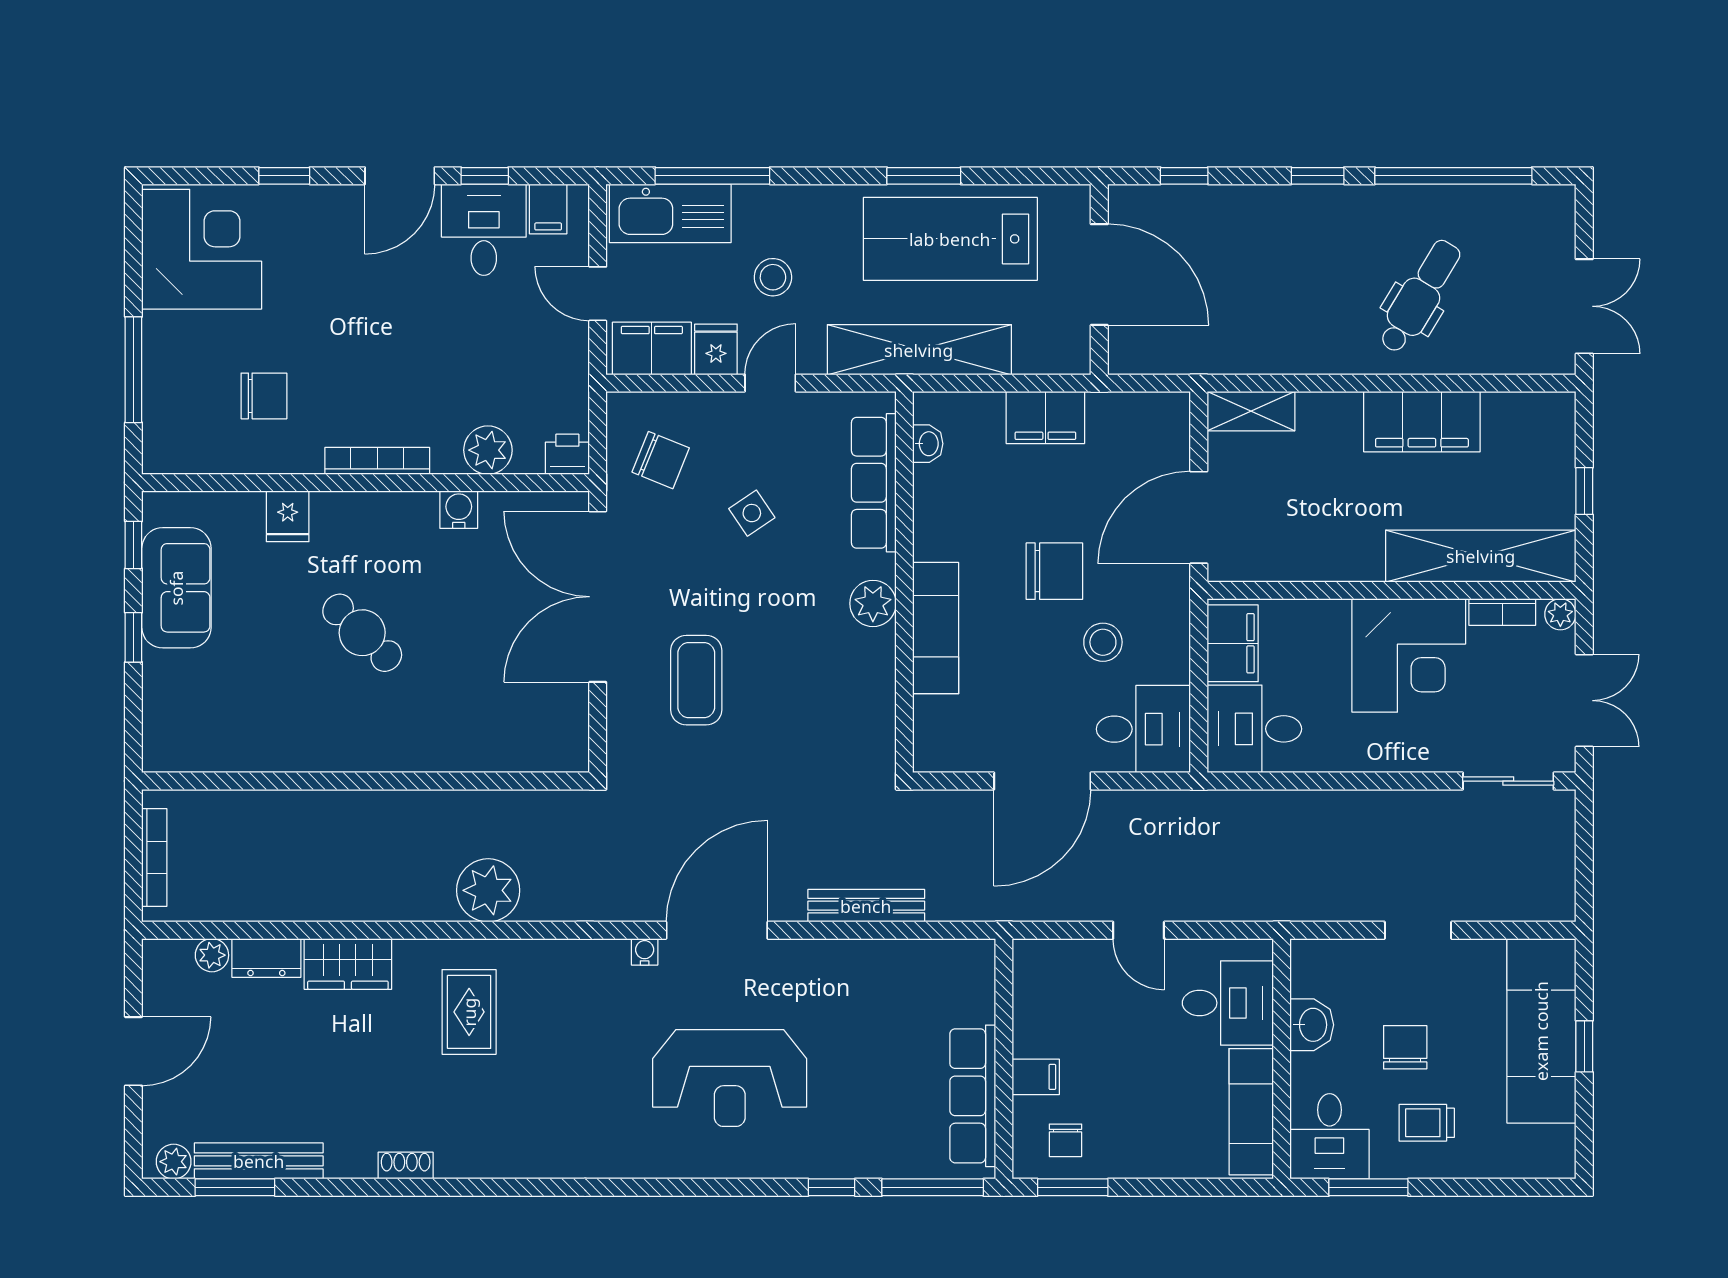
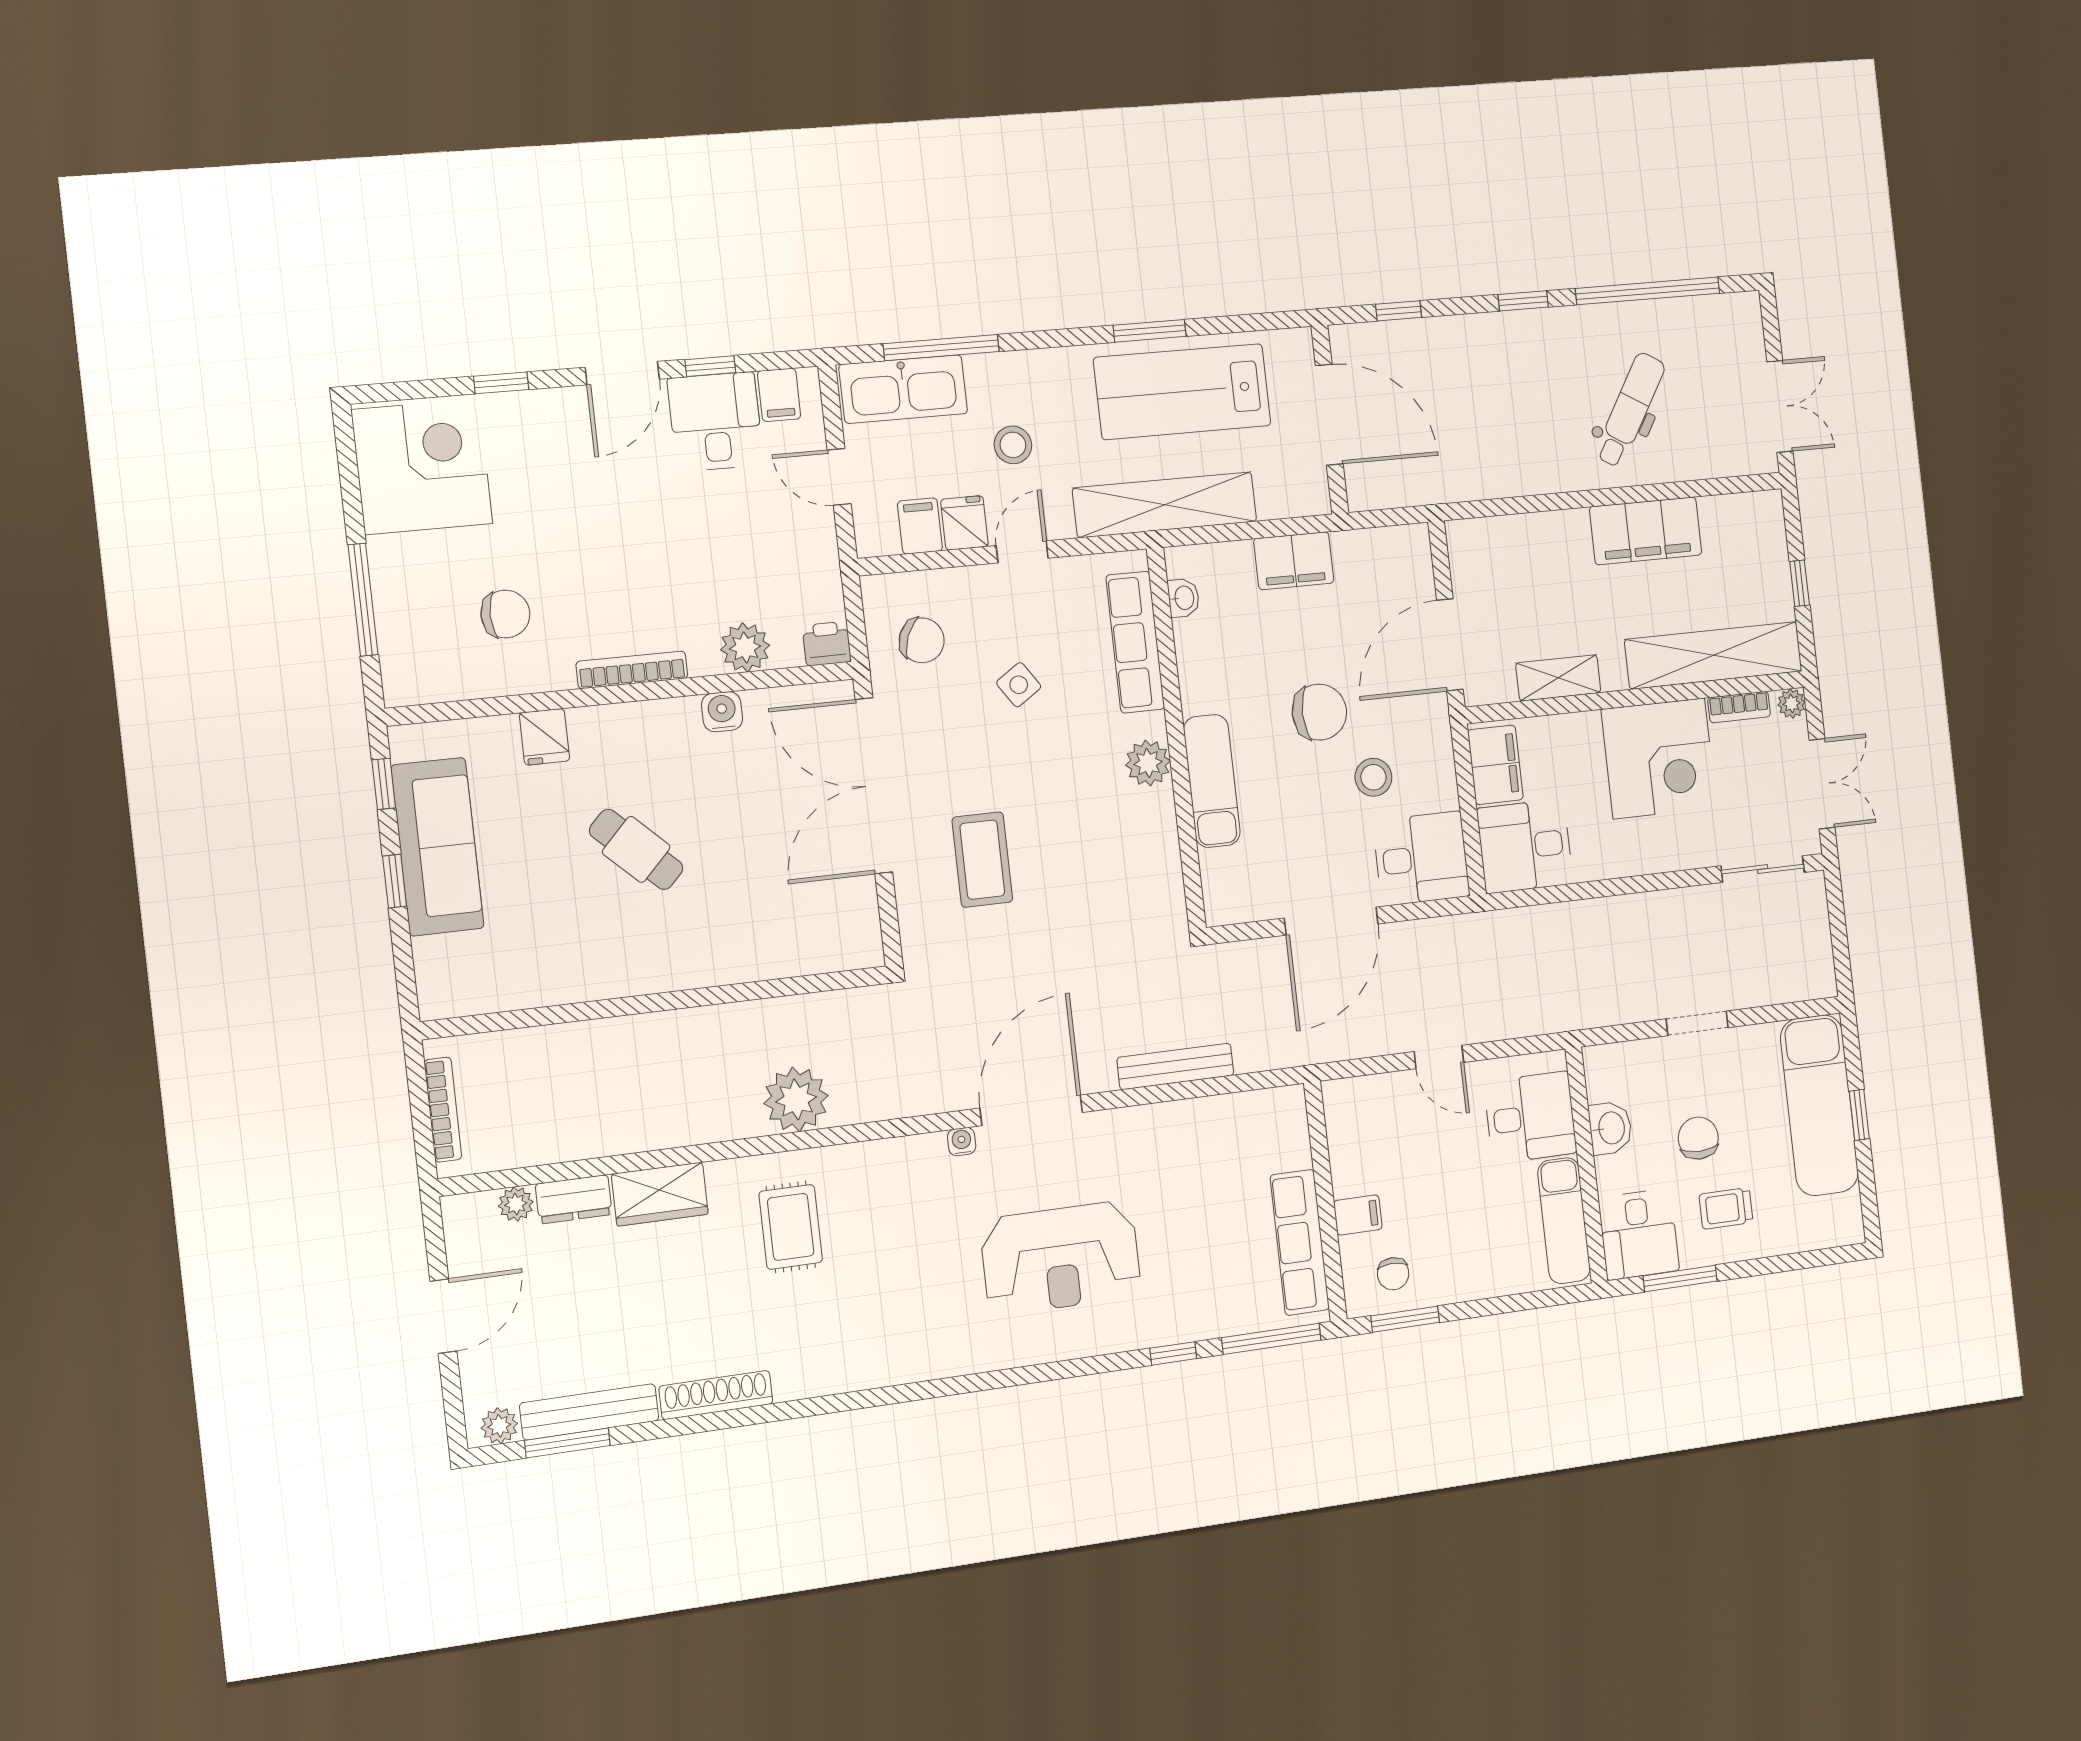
filing cabinet: (652, 348) -> (920, 526), width x0.50
shelving: (1251, 411) -> (1558, 678), moved
sofa: (176, 588) -> (437, 847), width x1.36
shoe rack: (406, 1166) -> (716, 1395), width x1.94, depth x1.24

